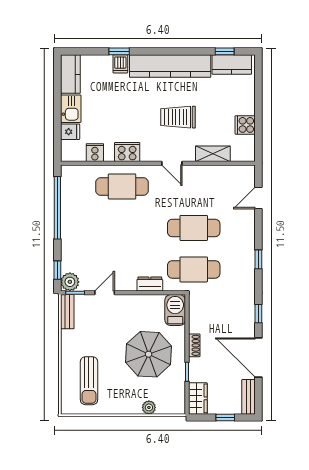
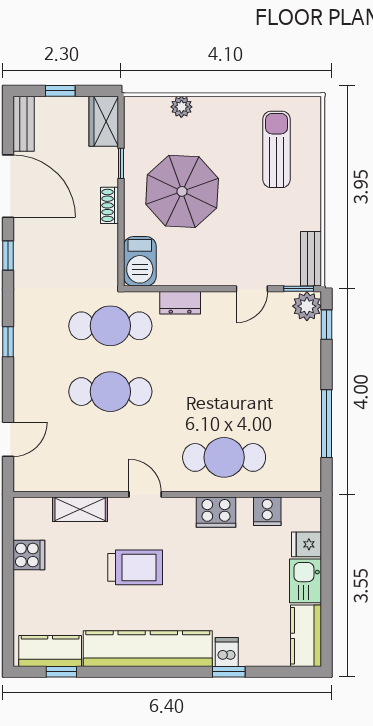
window: (57, 208) -> (327, 424), width x0.68

